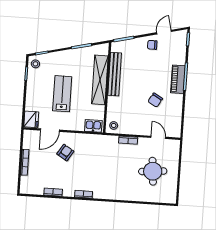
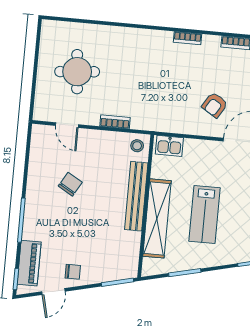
bench: (115, 74) -> (136, 196), moved
piano: (178, 79) -> (29, 263), moved
lab bench: (62, 94) -> (205, 215), moved

